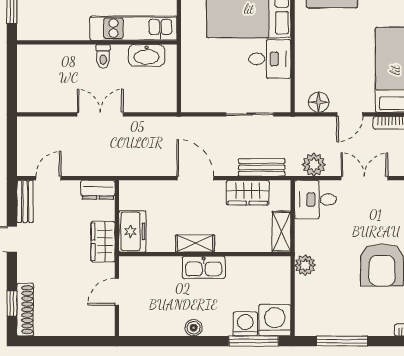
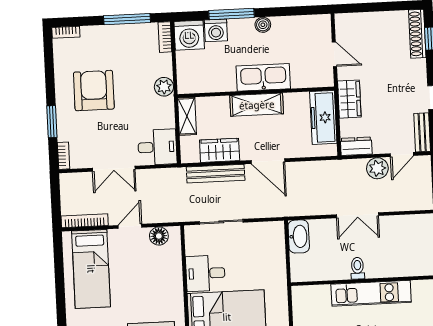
kitchen unit: (133, 28) -> (371, 293), moved
washbasin: (147, 55) -> (299, 236), moved, turned 90
plant: (314, 165) -> (377, 168), moved
bench: (262, 167) -> (216, 174), width x1.36
freezer: (132, 231) -> (323, 117), width x1.40
shelving: (195, 244) -> (257, 105), width x1.50, depth x1.33
kitchen sink: (204, 267) -> (263, 77), width x1.36, depth x1.24
door: (117, 292) -> (334, 54), hinge flipped
bookcase: (301, 319) -> (165, 37), added
window: (254, 341) -> (231, 14), moved

